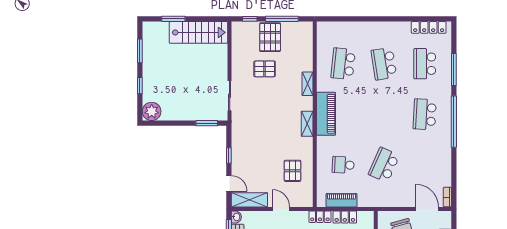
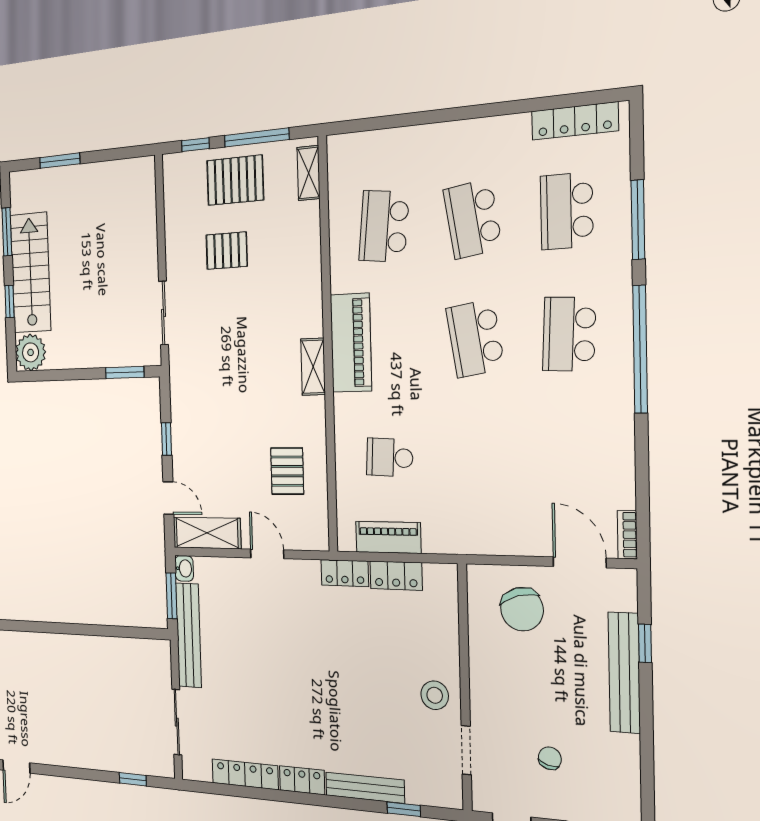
stairs: (198, 32) -> (31, 273), moved, turned -90
pallet: (270, 37) -> (235, 180), turned 90
shelving: (307, 84) -> (308, 173), moved
school desk: (384, 165) -> (475, 338), moved, turned -33

